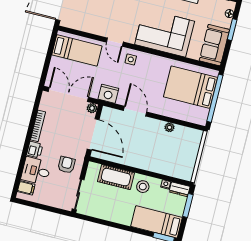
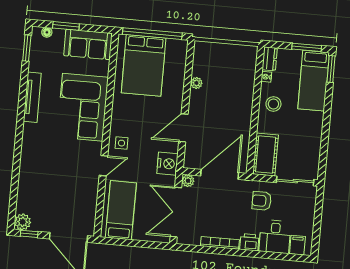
cot: (116, 177) -> (266, 155), moved
window: (188, 205) -> (307, 47), moved

